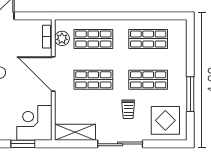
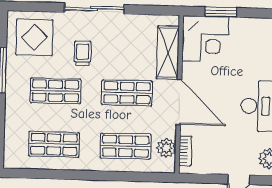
shelving: (75, 132) -> (168, 53), moved, turned 90

